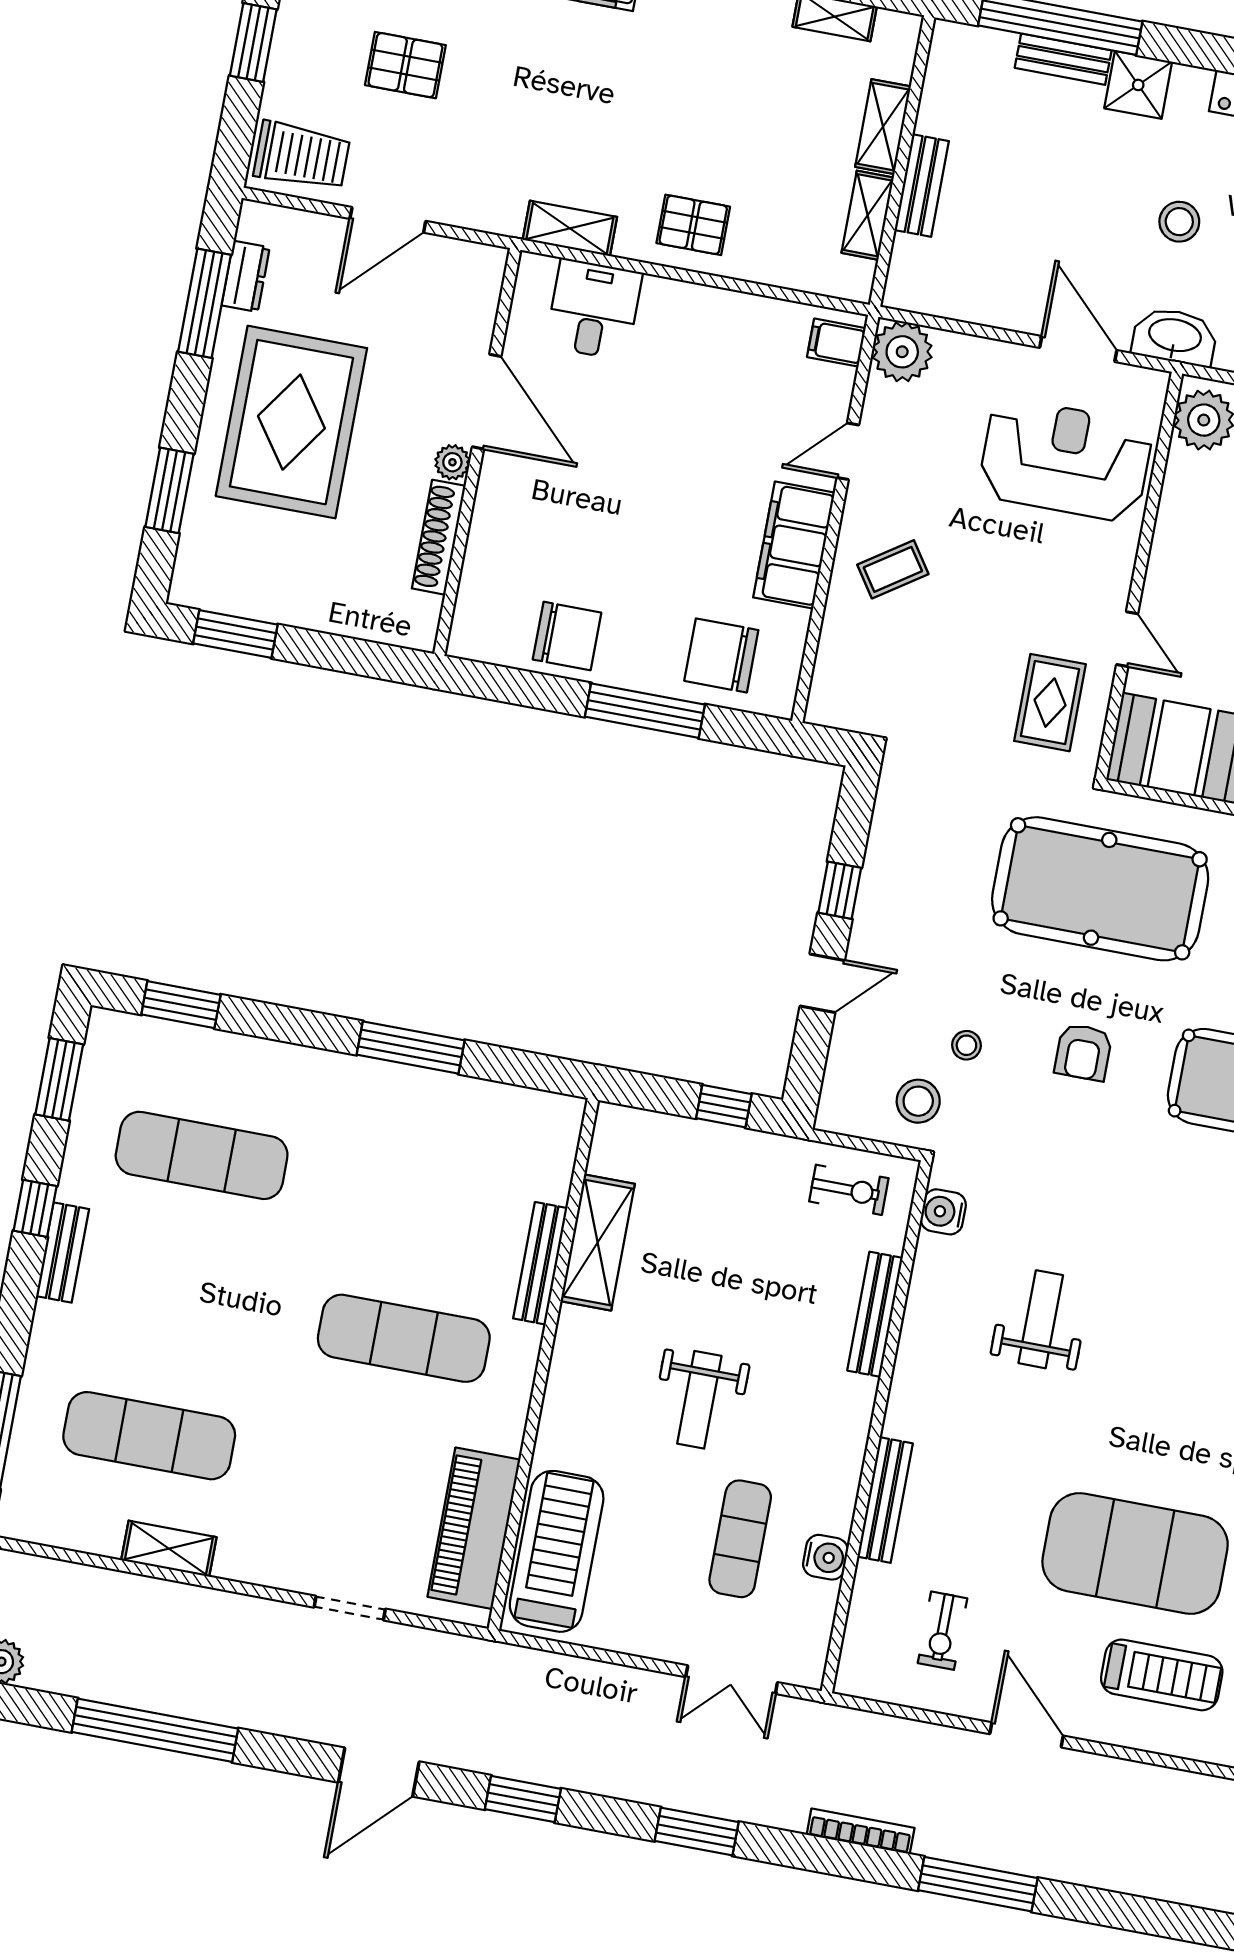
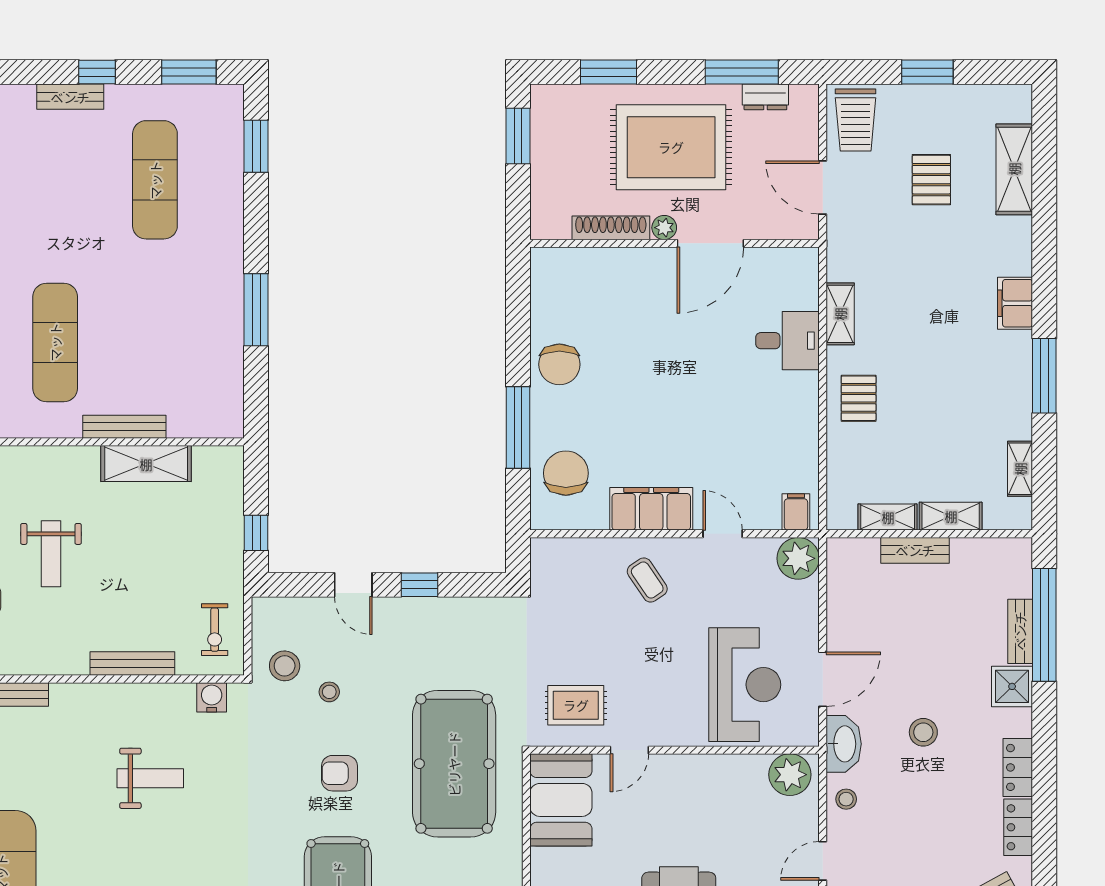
door: (487, 402) -> (710, 243), moved
wall: (477, 452) -> (675, 243), moved
plant: (452, 462) -> (664, 228), moved
shoe rack: (439, 537) -> (611, 228), moved
weight bench: (699, 1400) -> (51, 554), turned -90

